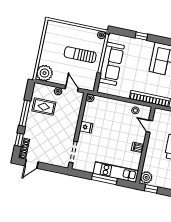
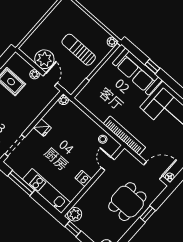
sofa: (112, 64) -> (137, 72), moved, turned 90
plant: (44, 73) -> (44, 59), moved
window: (104, 179) -> (21, 183), moved

